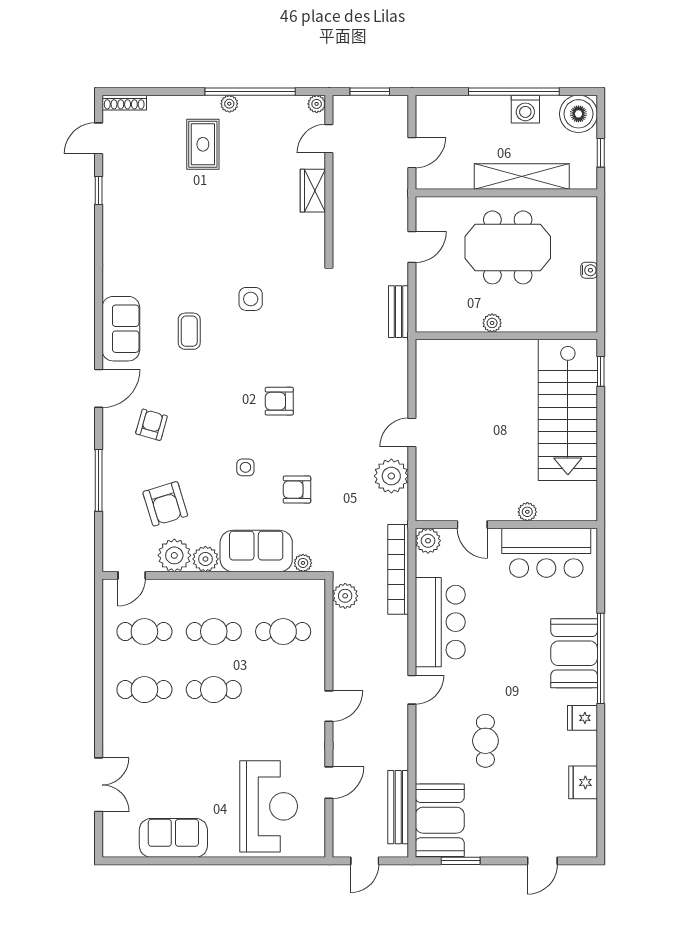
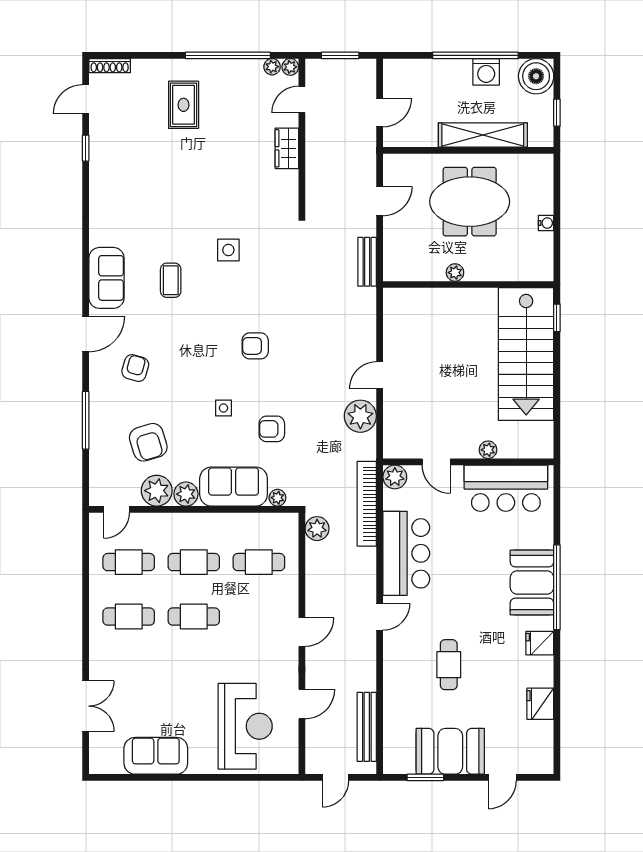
plant: (229, 104) -> (272, 67), moved
booth: (440, 820) -> (450, 751), moved, turned 90

